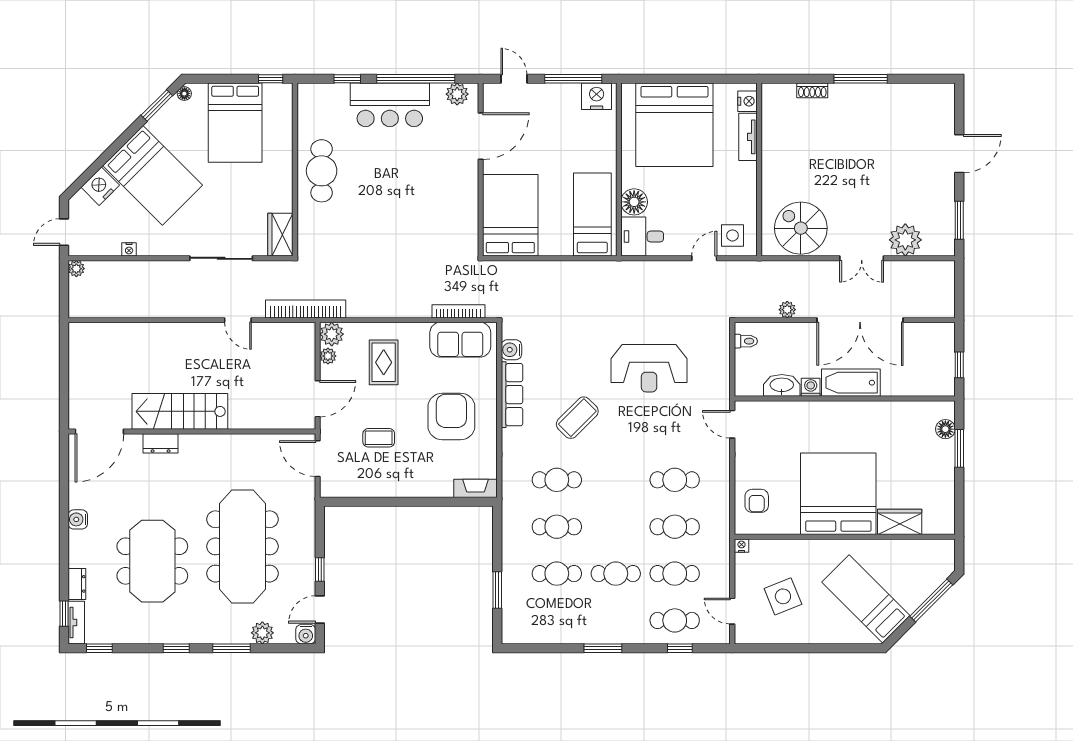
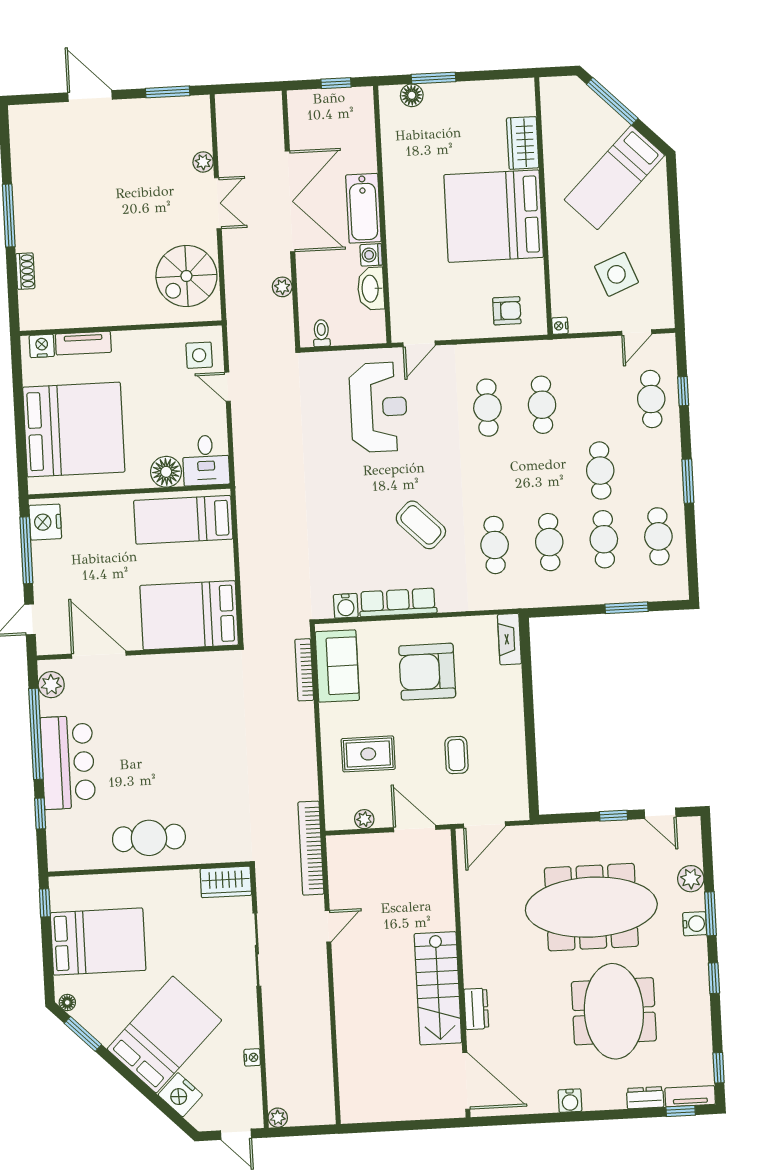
plant: (905, 240) -> (203, 162), width x0.53, depth x0.53
plant: (332, 334) -> (339, 816), removed
reception desk: (649, 368) -> (378, 407), moved
meeting table: (152, 561) -> (614, 1011), turned 90
cafe table: (675, 574) -> (658, 536), moved
water cooler: (306, 634) -> (695, 924), moved

